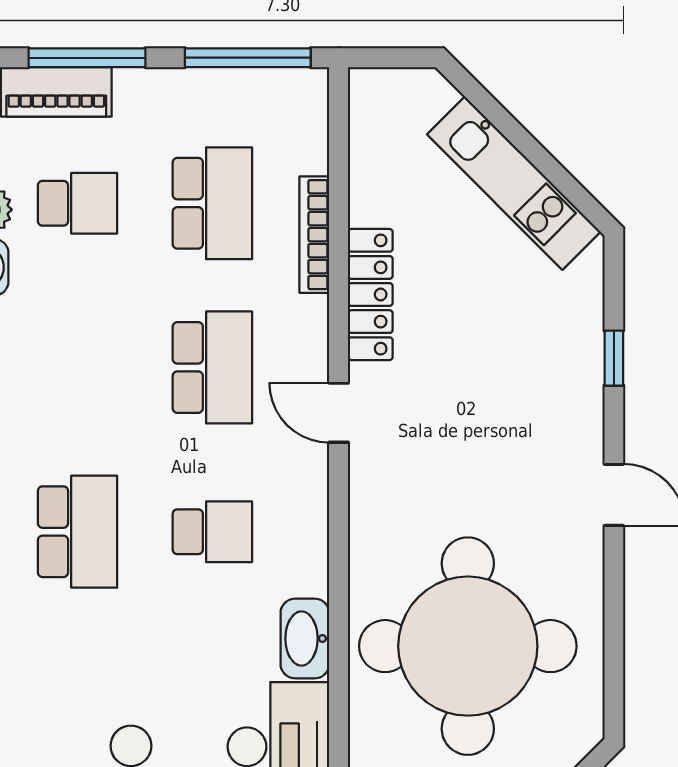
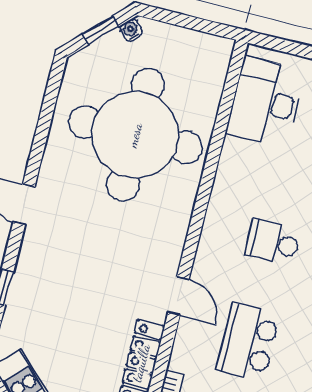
washbasin: (305, 639) -> (233, 164), removed

